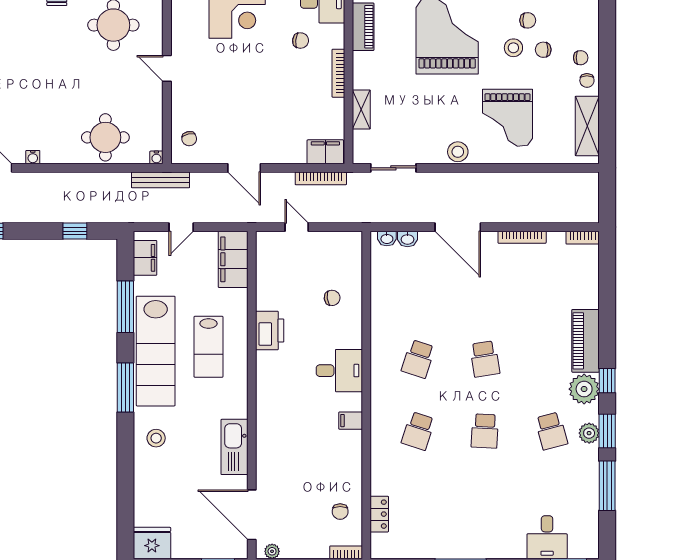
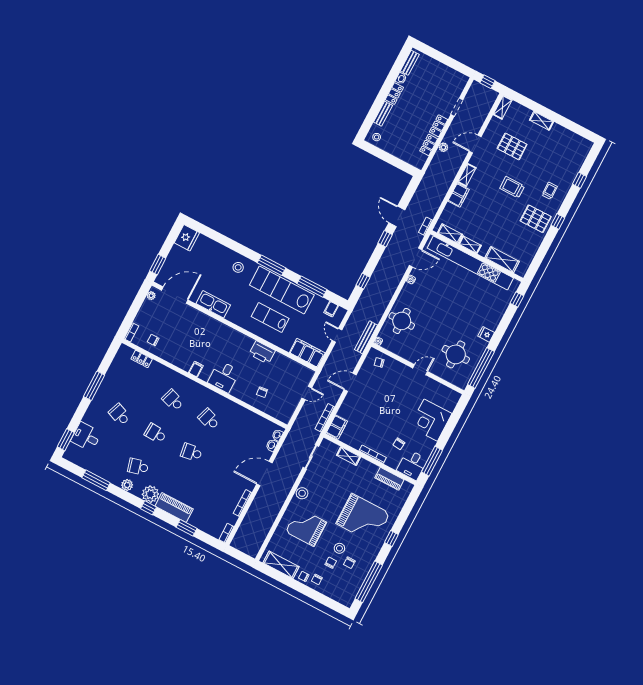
filing cabinet: (145, 258) -> (331, 309), width x0.50
window: (607, 431) -> (187, 528), moved
school desk: (485, 503) -> (120, 415), added

